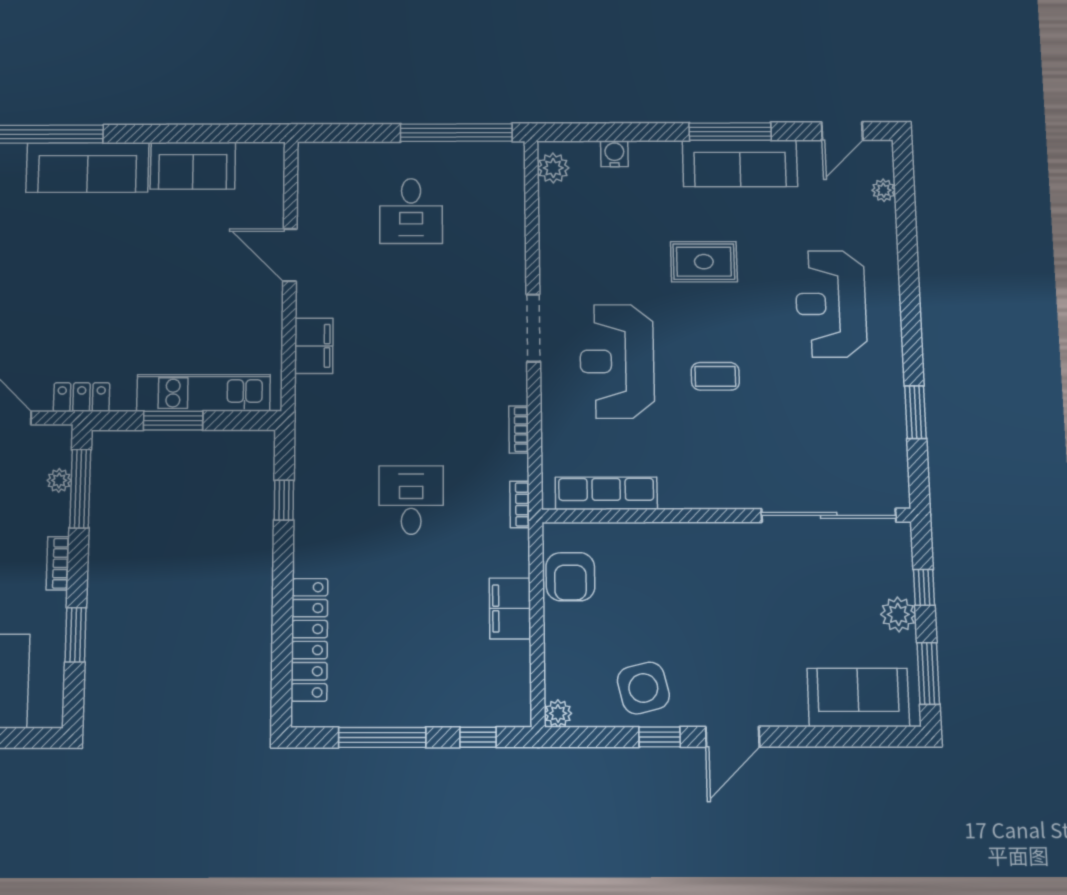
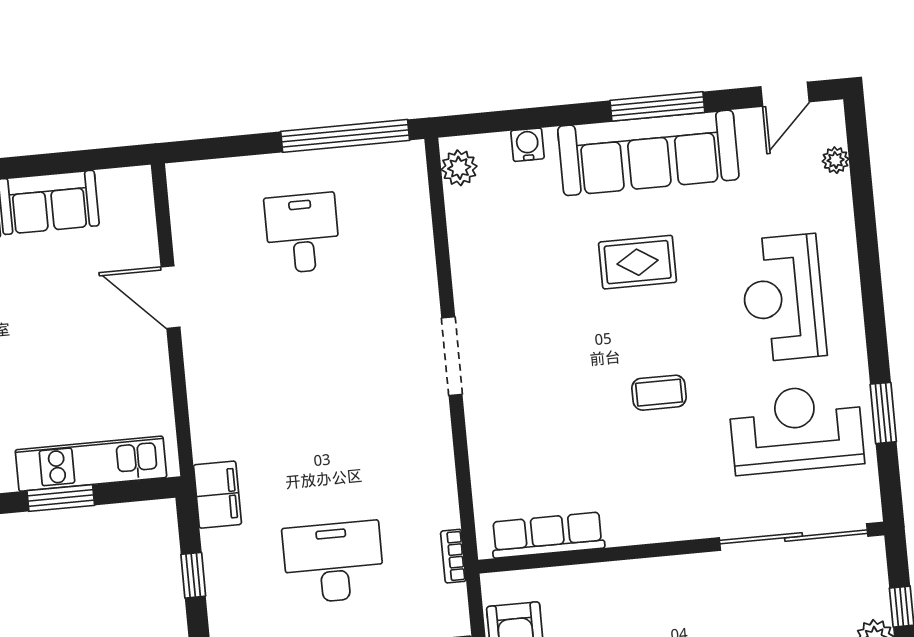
sofa: (740, 163) -> (648, 153), width x1.36, depth x1.27
desk: (411, 211) -> (302, 233), turned 180
filing cabinet: (314, 346) -> (217, 495), moved
reception desk: (617, 361) -> (796, 429), moved, turned 90
bookcase: (519, 429) -> (445, 473), removed
desk: (411, 500) -> (333, 562), width x1.37

